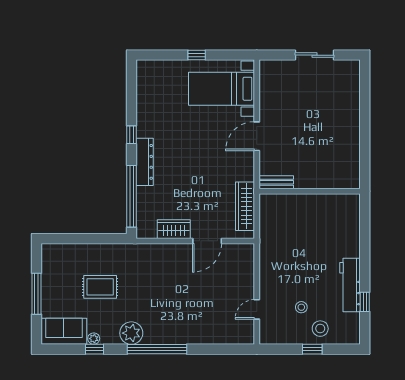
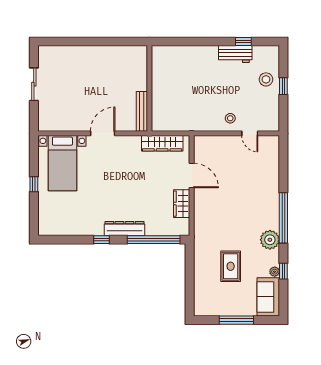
door: (257, 136) -> (103, 133), swing flipped
bench: (276, 182) -> (142, 111), width x1.36
workbench: (350, 285) -> (235, 54), width x0.73
stool: (301, 307) -> (230, 118), moved

